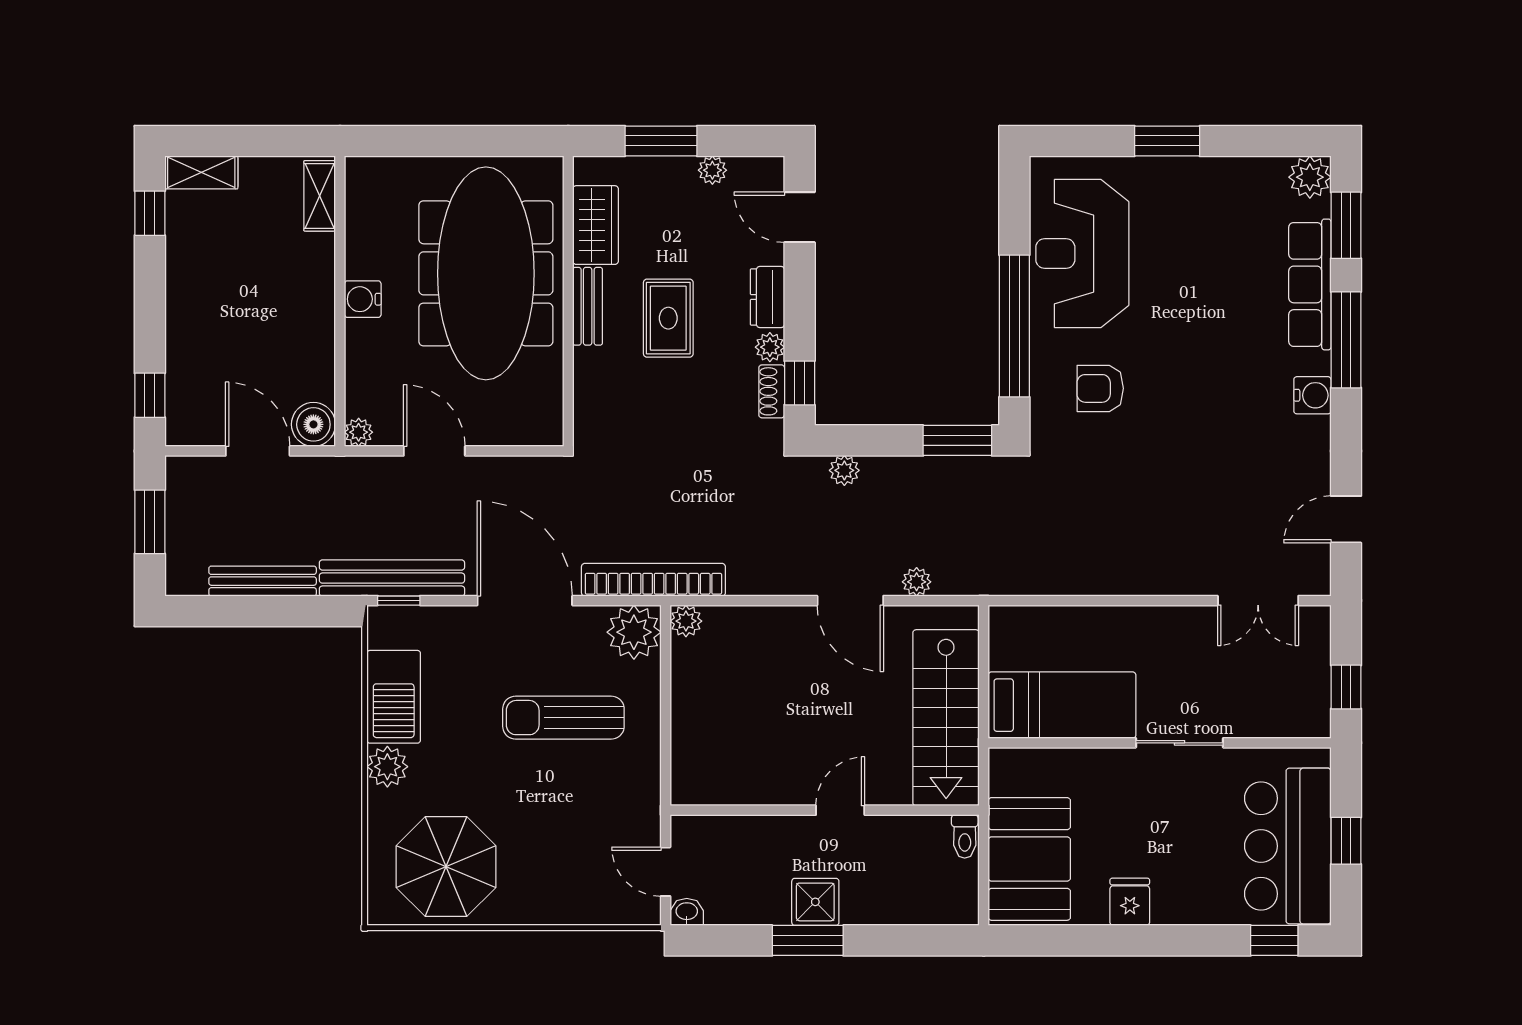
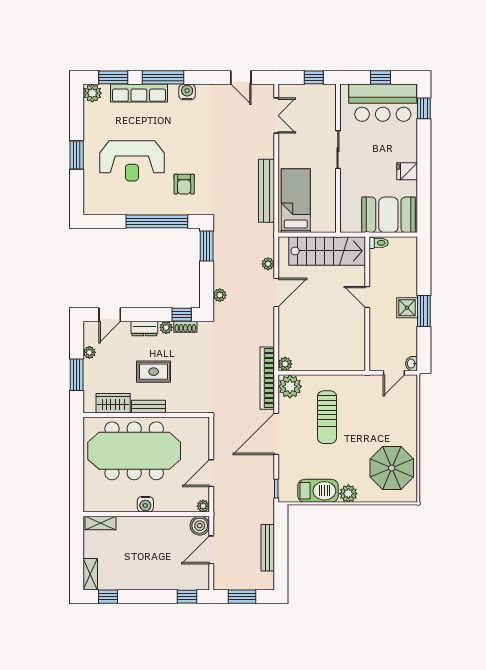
reception desk: (1082, 254) -> (132, 161), moved
bench: (392, 578) -> (266, 191), moved
bed: (1062, 705) -> (296, 201), moved

